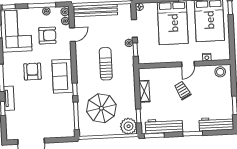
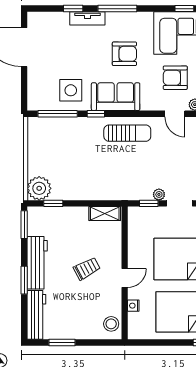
armchair: (47, 35) -> (175, 78), turned 90
sun lounger: (106, 64) -> (127, 133), moved
door: (188, 64) -> (125, 278), swing flipped
shelving: (144, 91) -> (105, 213), moved
side table: (60, 107) -> (71, 90), added
parasol: (101, 108) -> (67, 150), removed
workbench: (164, 126) -> (37, 263), moved

